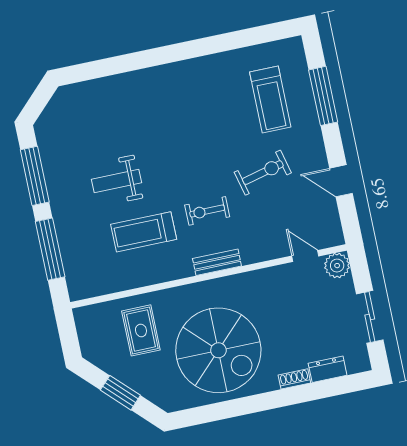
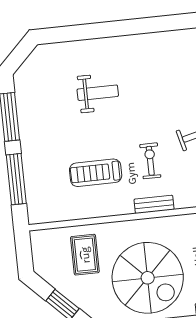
weight bench: (117, 181) -> (98, 93), moved, turned 180
exercise bike: (207, 211) -> (150, 161), turned 90

